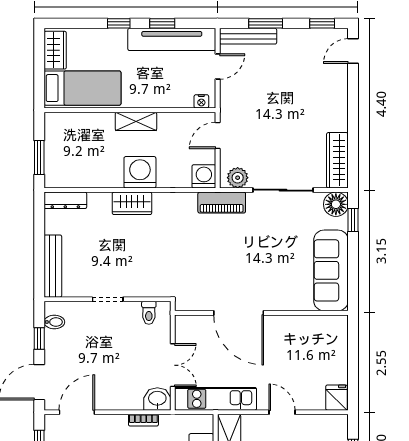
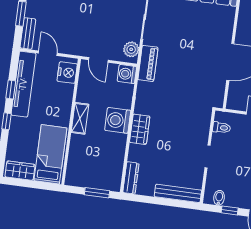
bench: (248, 36) -> (28, 33), width x0.73
nightstand: (201, 101) -> (67, 73), width x1.89, depth x1.79

